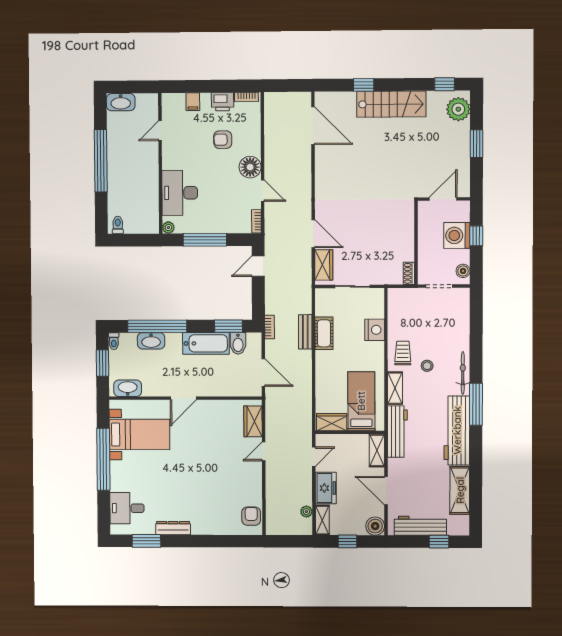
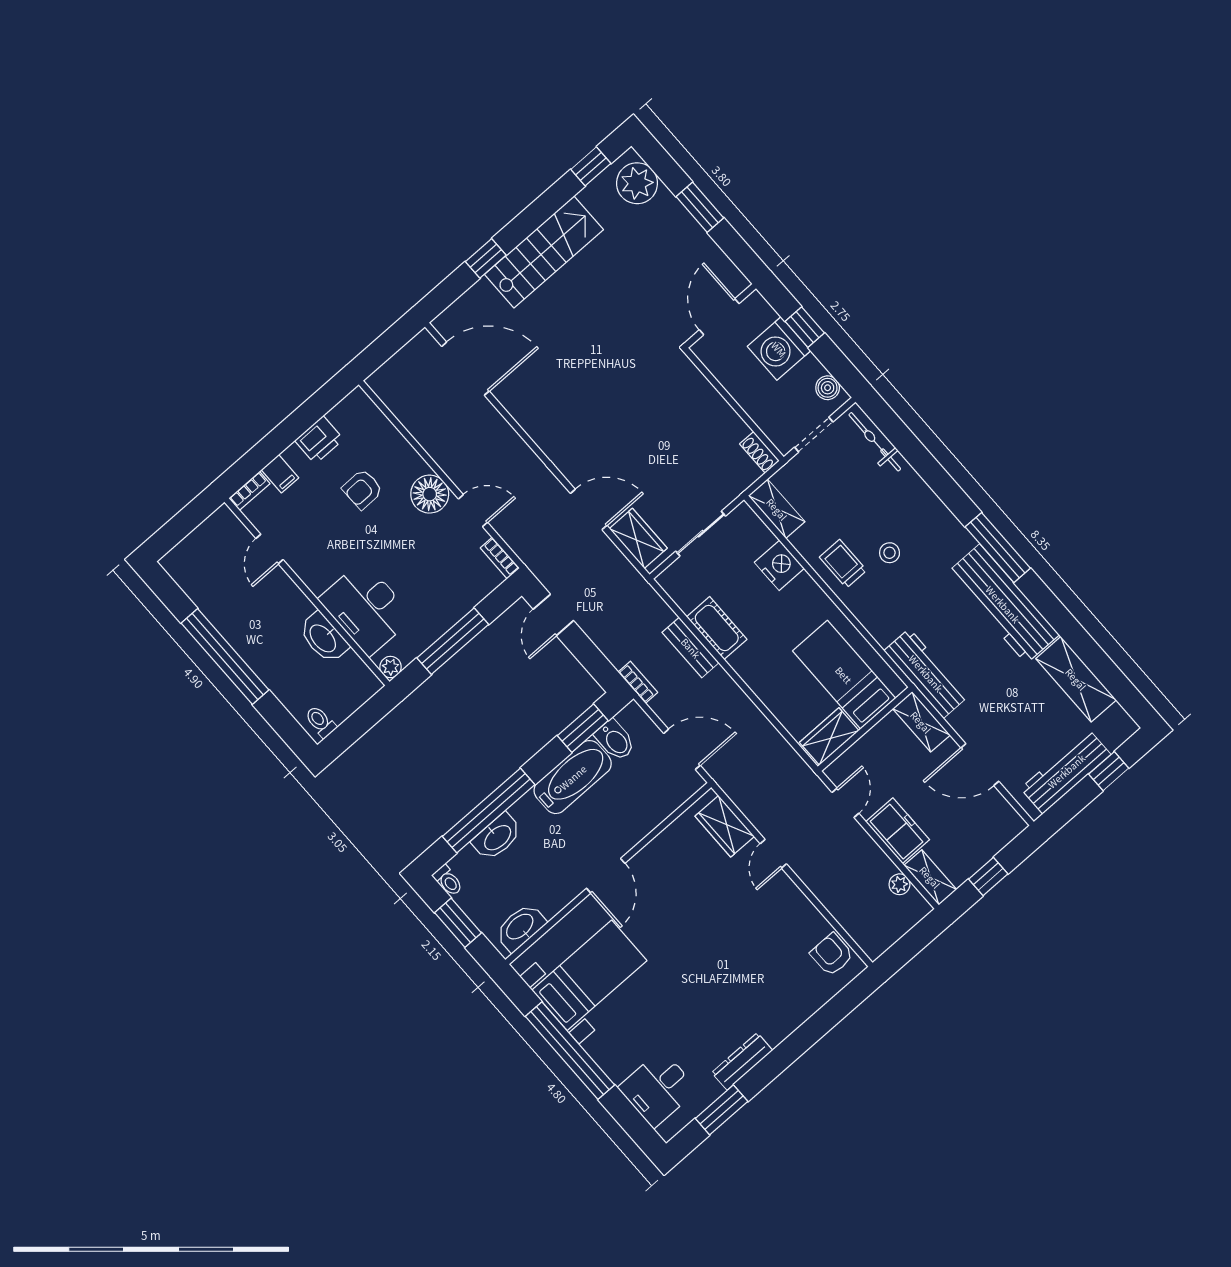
bookcase: (246, 97) -> (249, 491), moved
washbasin: (121, 102) -> (323, 638), moved, turned 90
bicycle: (463, 373) -> (875, 442), moved
shelving: (395, 388) -> (777, 509), moved
boiler: (375, 526) -> (1007, 824), removed

